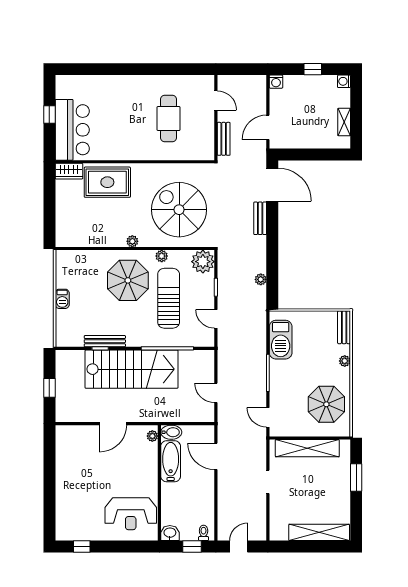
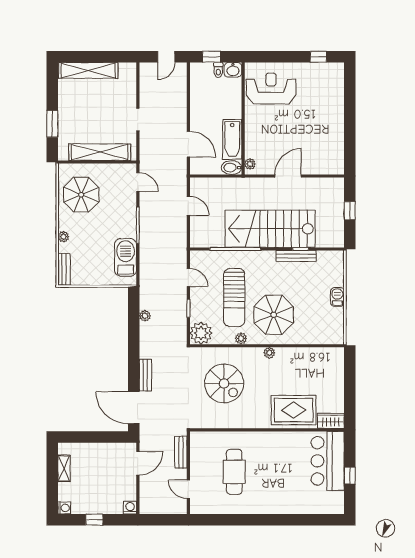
spiral stairs: (179, 210) -> (224, 383), width x0.73, depth x0.73
toilet: (204, 533) -> (218, 70), moved

